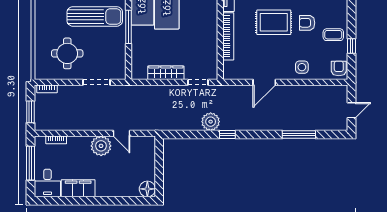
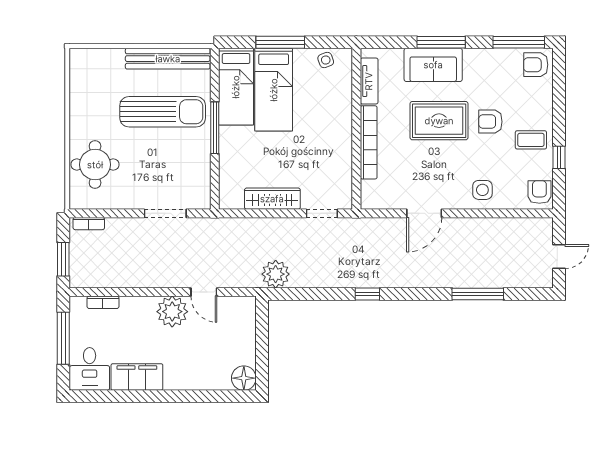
round table: (67, 53) -> (95, 165), moved
plant: (211, 122) -> (276, 274), moved

